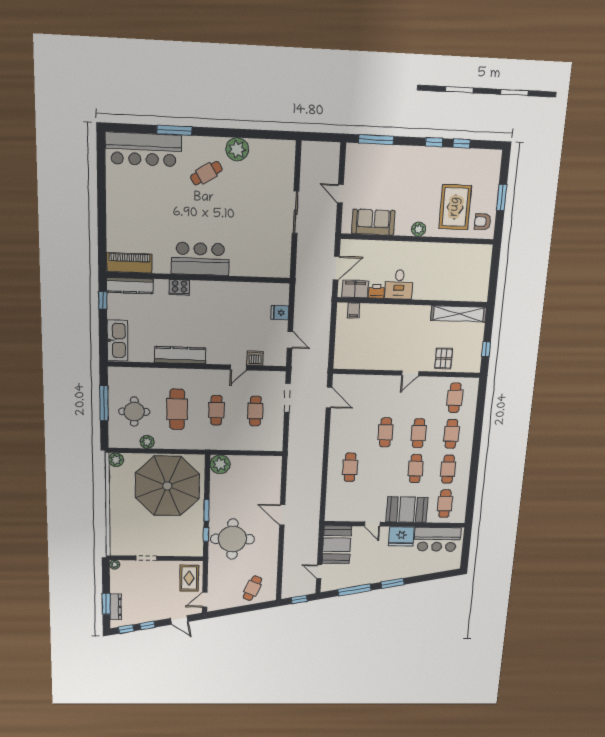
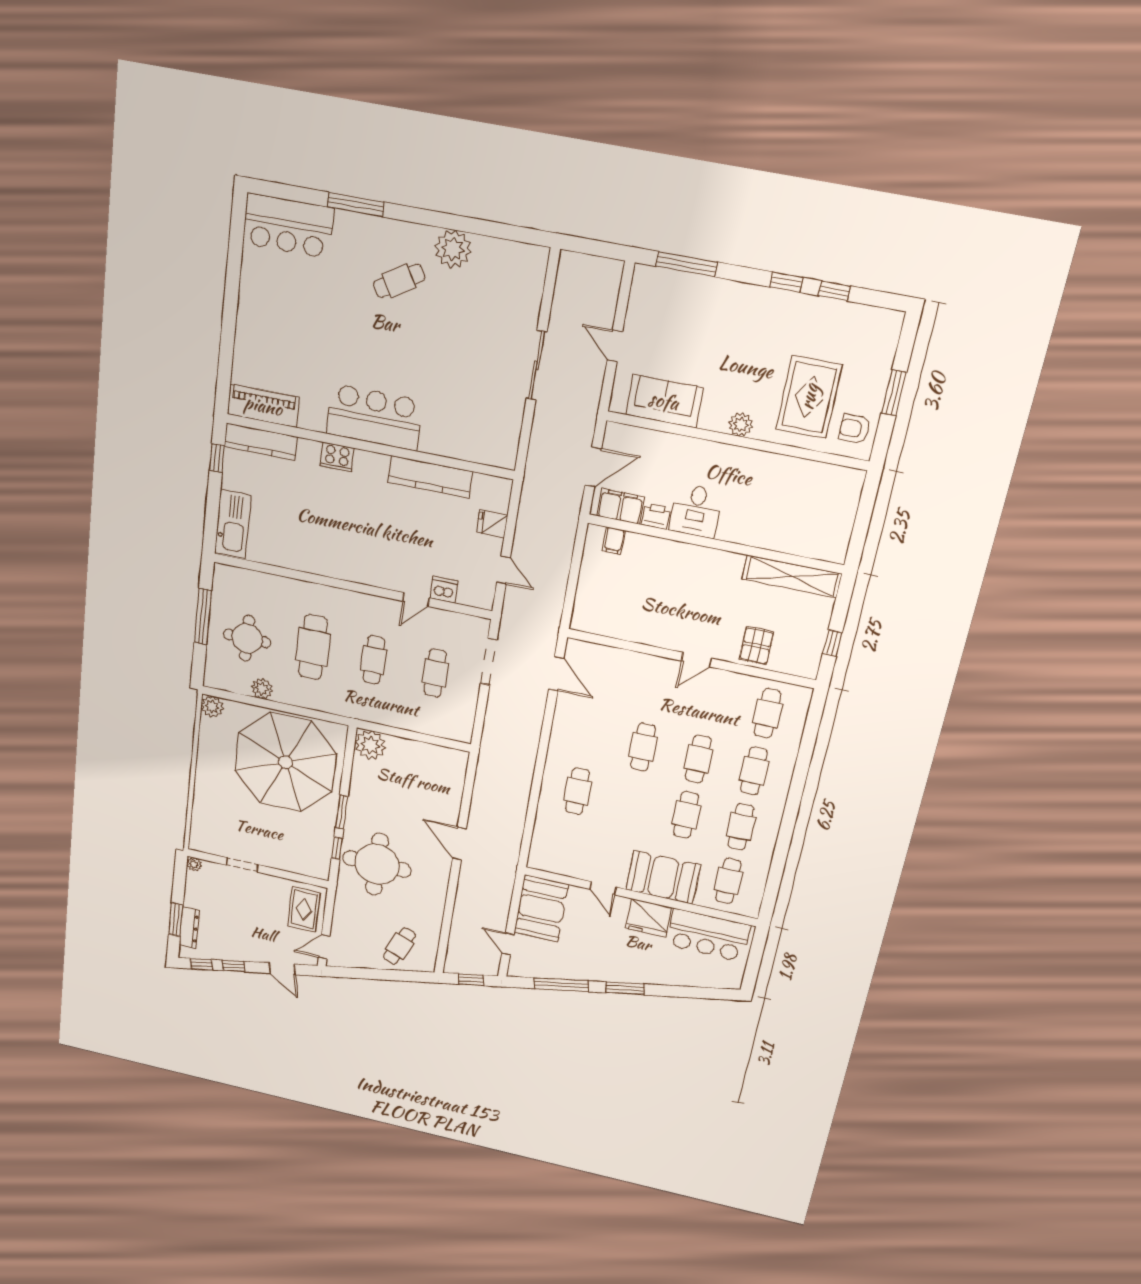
bar counter: (144, 149) -> (288, 226), width x0.73
kitchen counter: (180, 355) -> (430, 477), moved, turned 180

